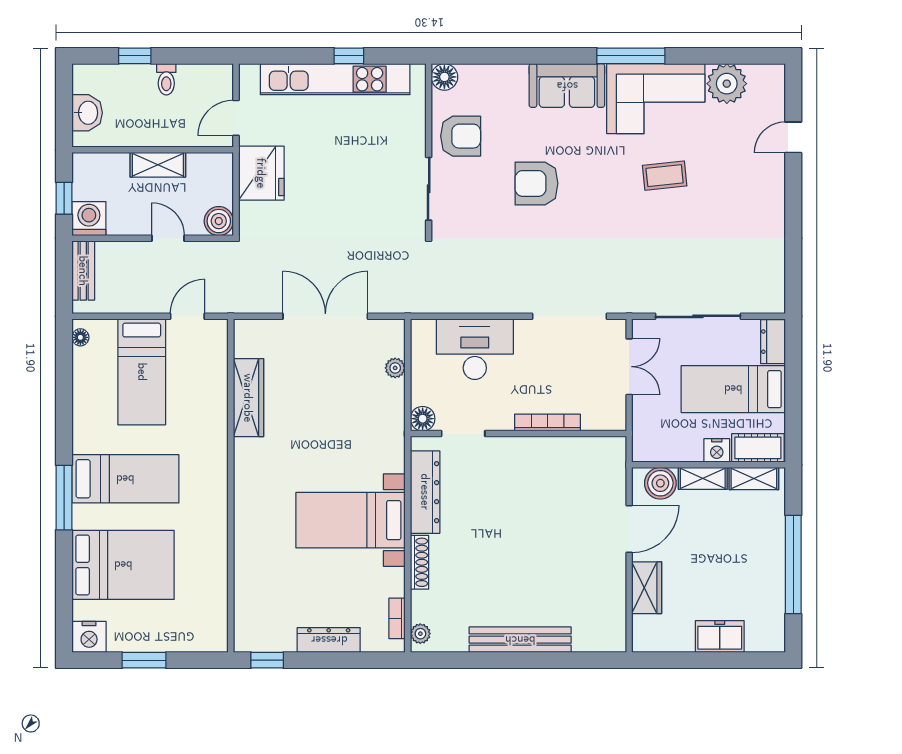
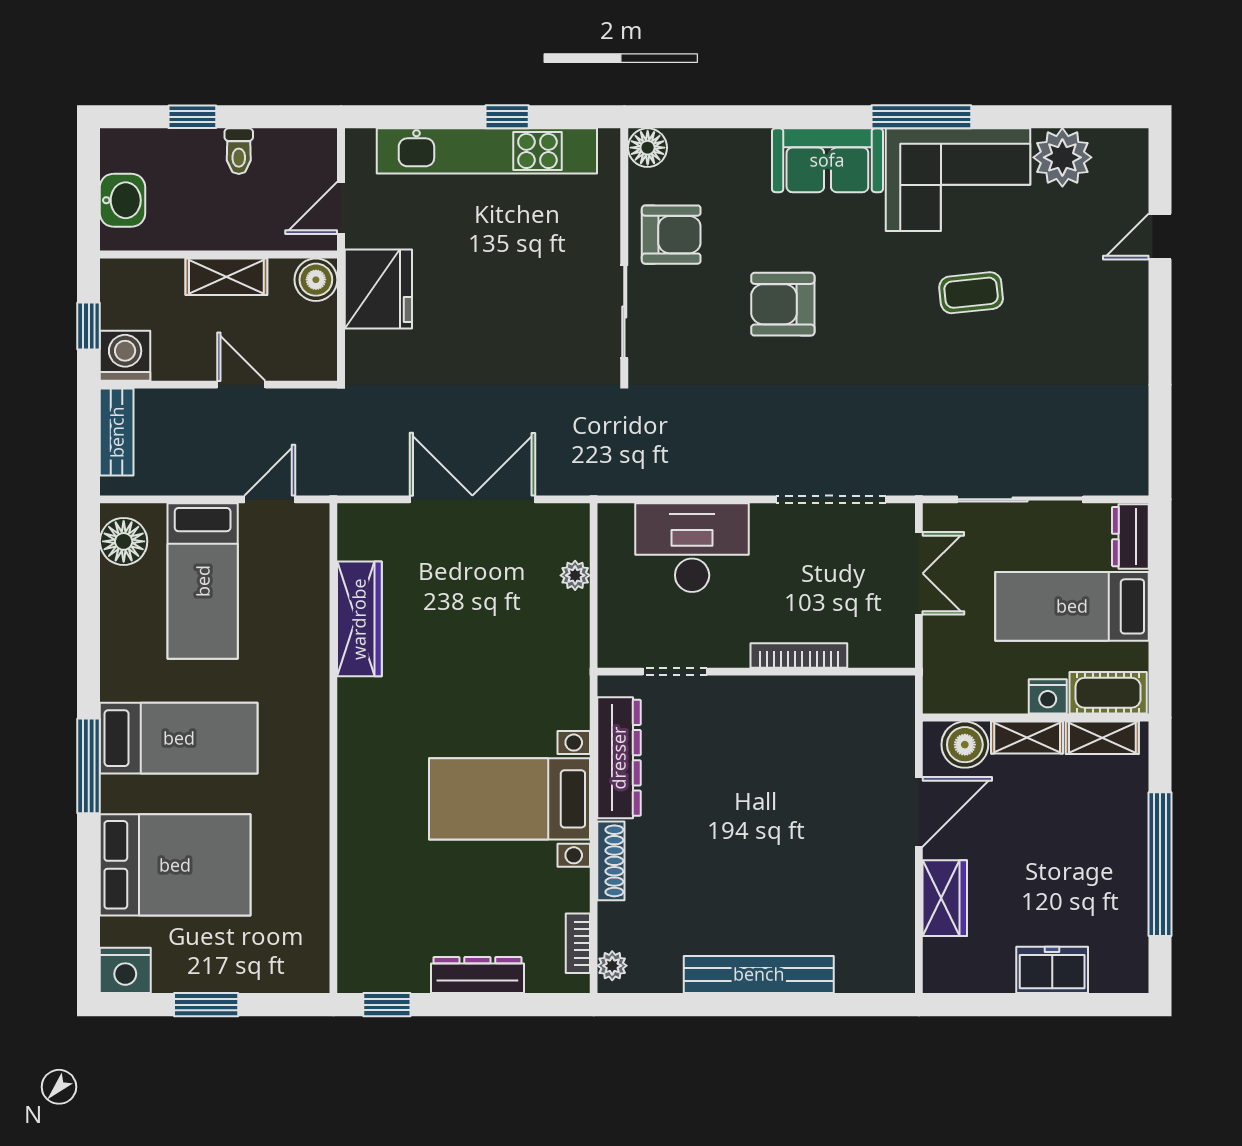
boiler: (219, 221) -> (316, 280), moved
floor lamp: (80, 337) -> (124, 541), width x1.89, depth x1.89
floor lamp: (423, 419) -> (615, 650), removed

